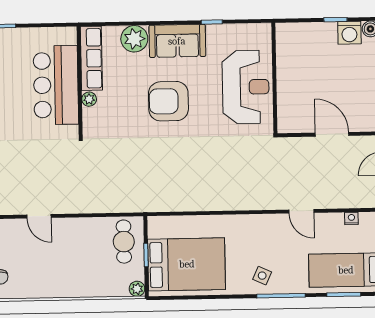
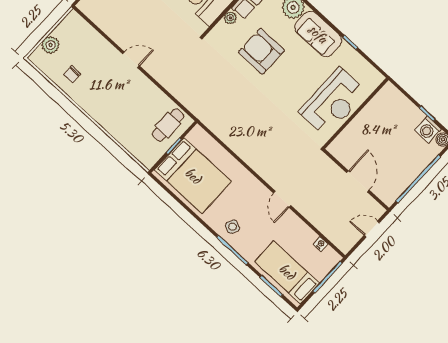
armchair: (168, 101) -> (261, 51), moved
door: (301, 211) -> (282, 199), moved
door: (39, 216) -> (131, 60), swing flipped
plant: (137, 289) -> (148, 162), removed

